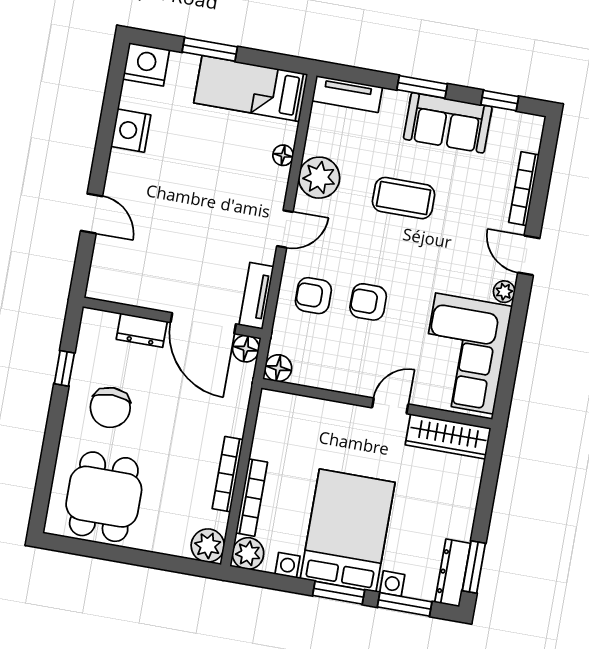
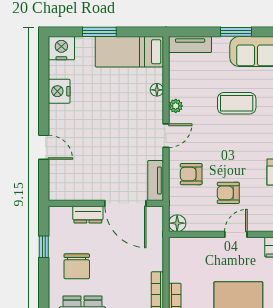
plant: (319, 178) -> (176, 106), width x0.53, depth x0.53
armchair: (368, 302) -> (228, 193), moved
floor lamp: (246, 349) -> (155, 215), removed
door: (390, 406) -> (236, 234), moved

